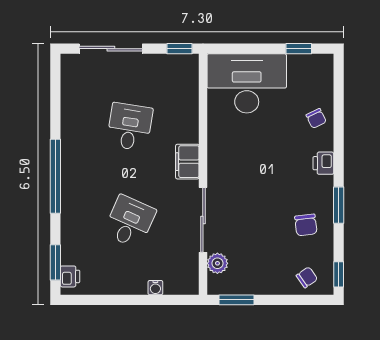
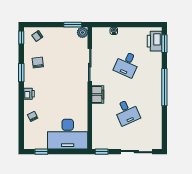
desk: (130, 127) -> (127, 112), turned -33
plant: (217, 263) -> (82, 32), moved
printer: (70, 276) -> (155, 41), width x1.87, depth x1.48

